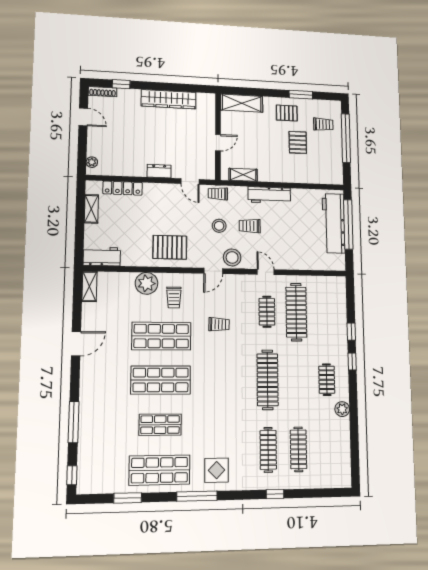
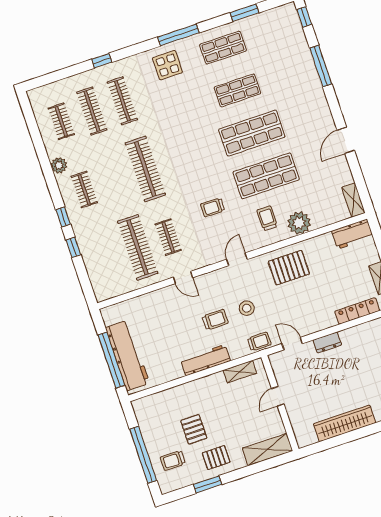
stool: (232, 257) -> (222, 280), removed
clothes rail: (328, 449) -> (61, 121), added
shop shelf: (160, 470) -> (223, 48), width x0.70, depth x0.74

